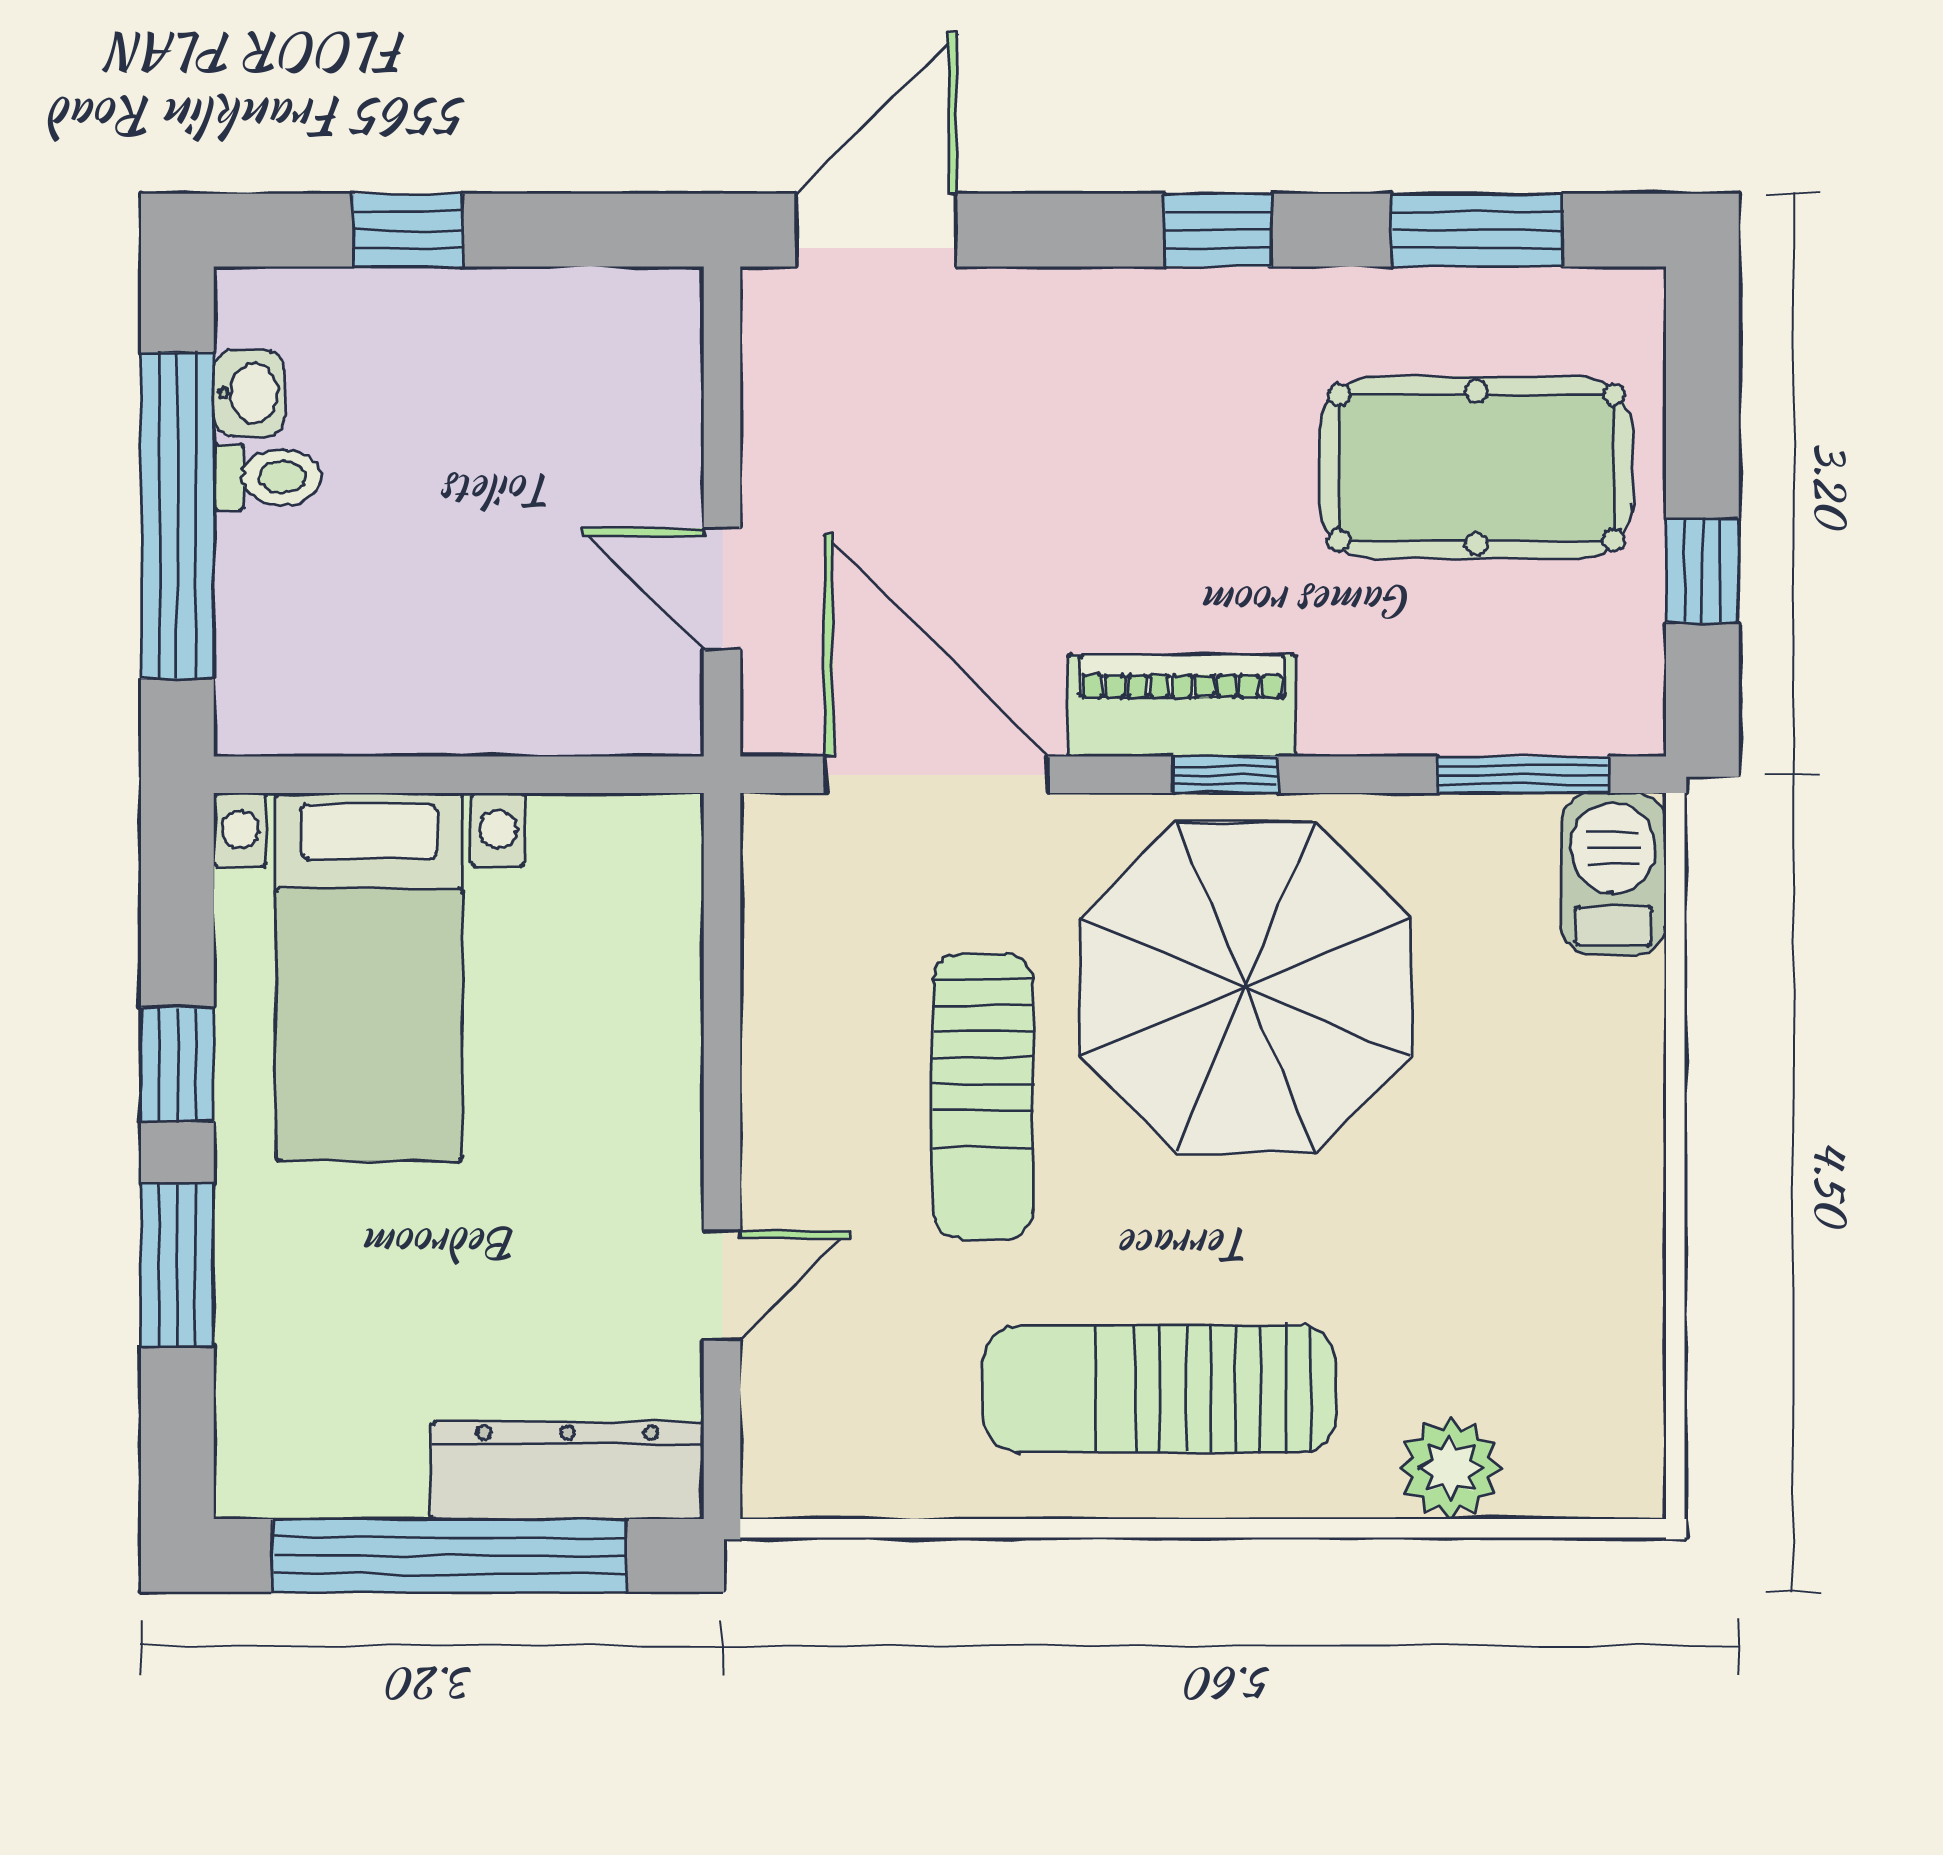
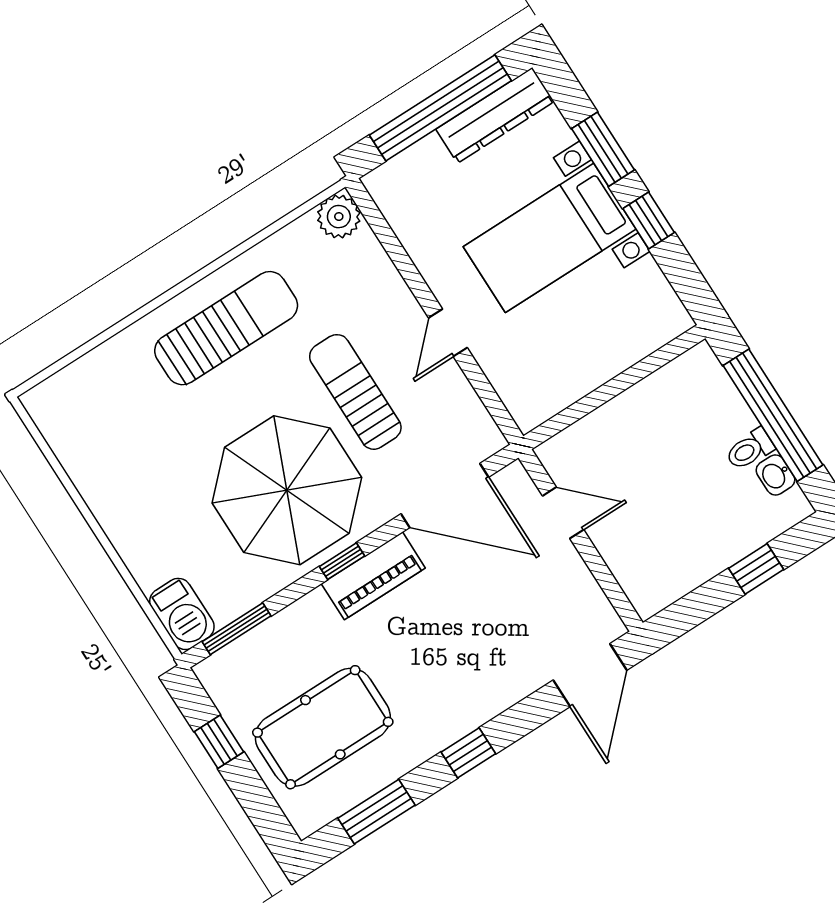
bed with nightstands: (369, 977) -> (550, 238), moved, turned -90
door: (722, 1285) -> (448, 333), moved
plant: (1450, 1468) -> (339, 217), moved
dresser: (568, 1471) -> (495, 115), moved

